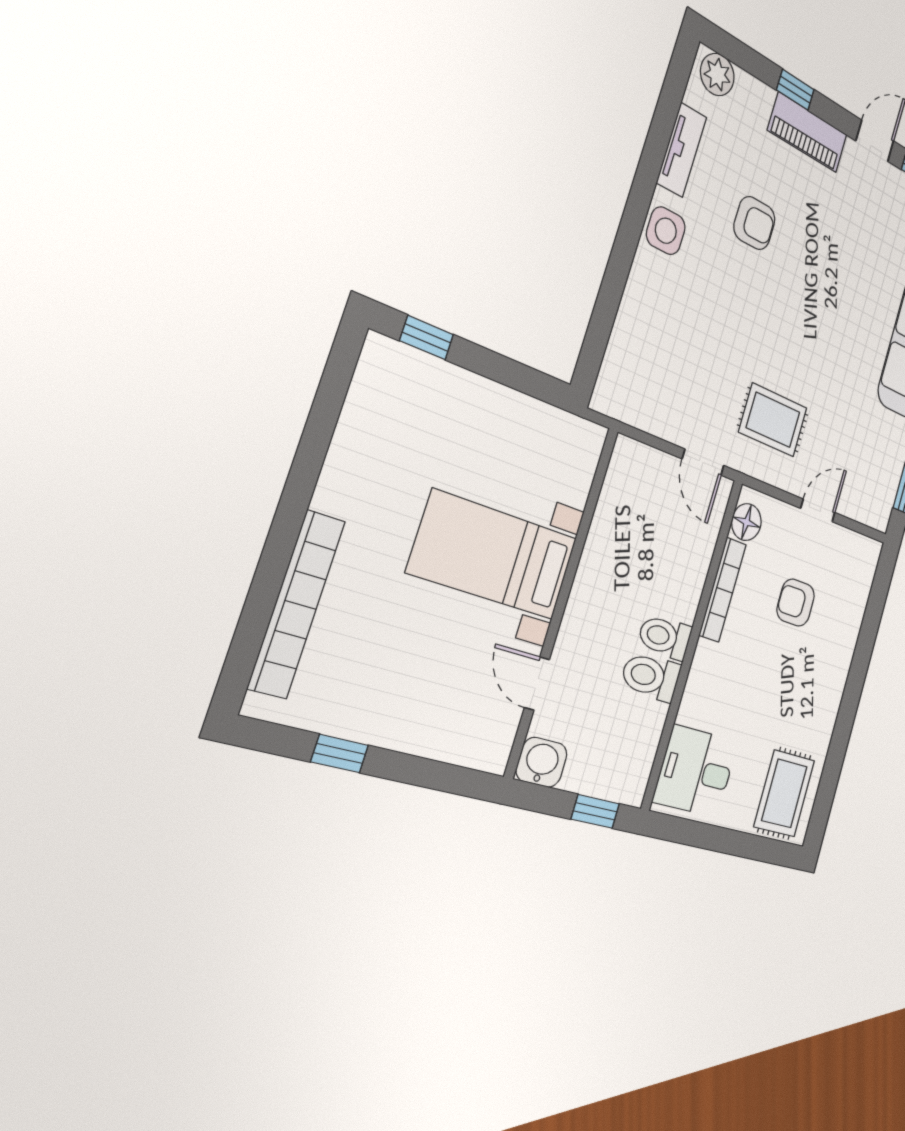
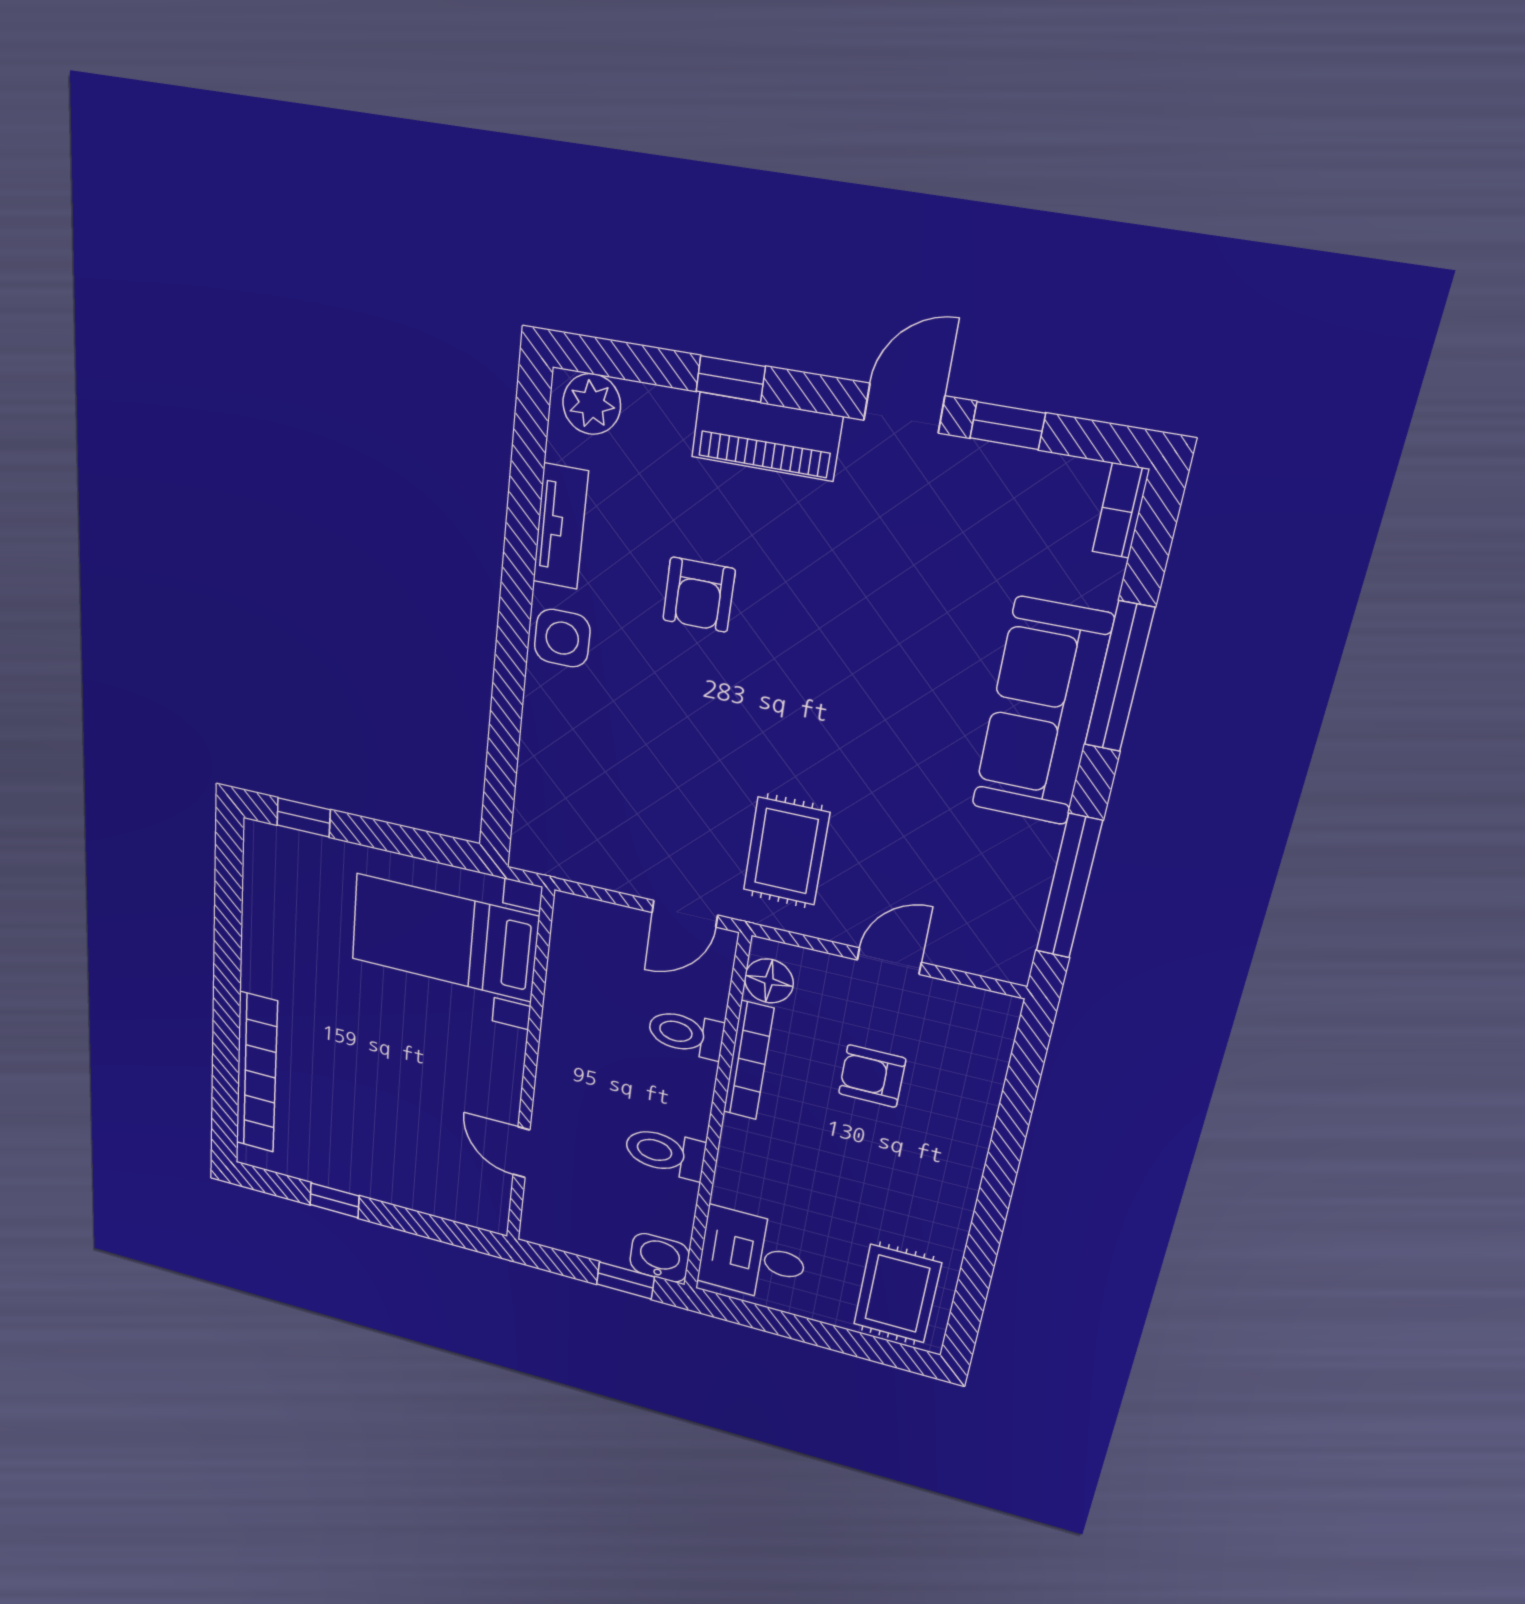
armchair: (754, 223) -> (699, 595), turned 90
rug: (773, 420) -> (786, 851), turned 90
door: (703, 462) -> (685, 914), hinge flipped
bed with nightstands: (494, 555) -> (444, 938), moved
toilet: (665, 637) -> (686, 1034), moved
washbasin: (542, 762) -> (660, 1258), moved

